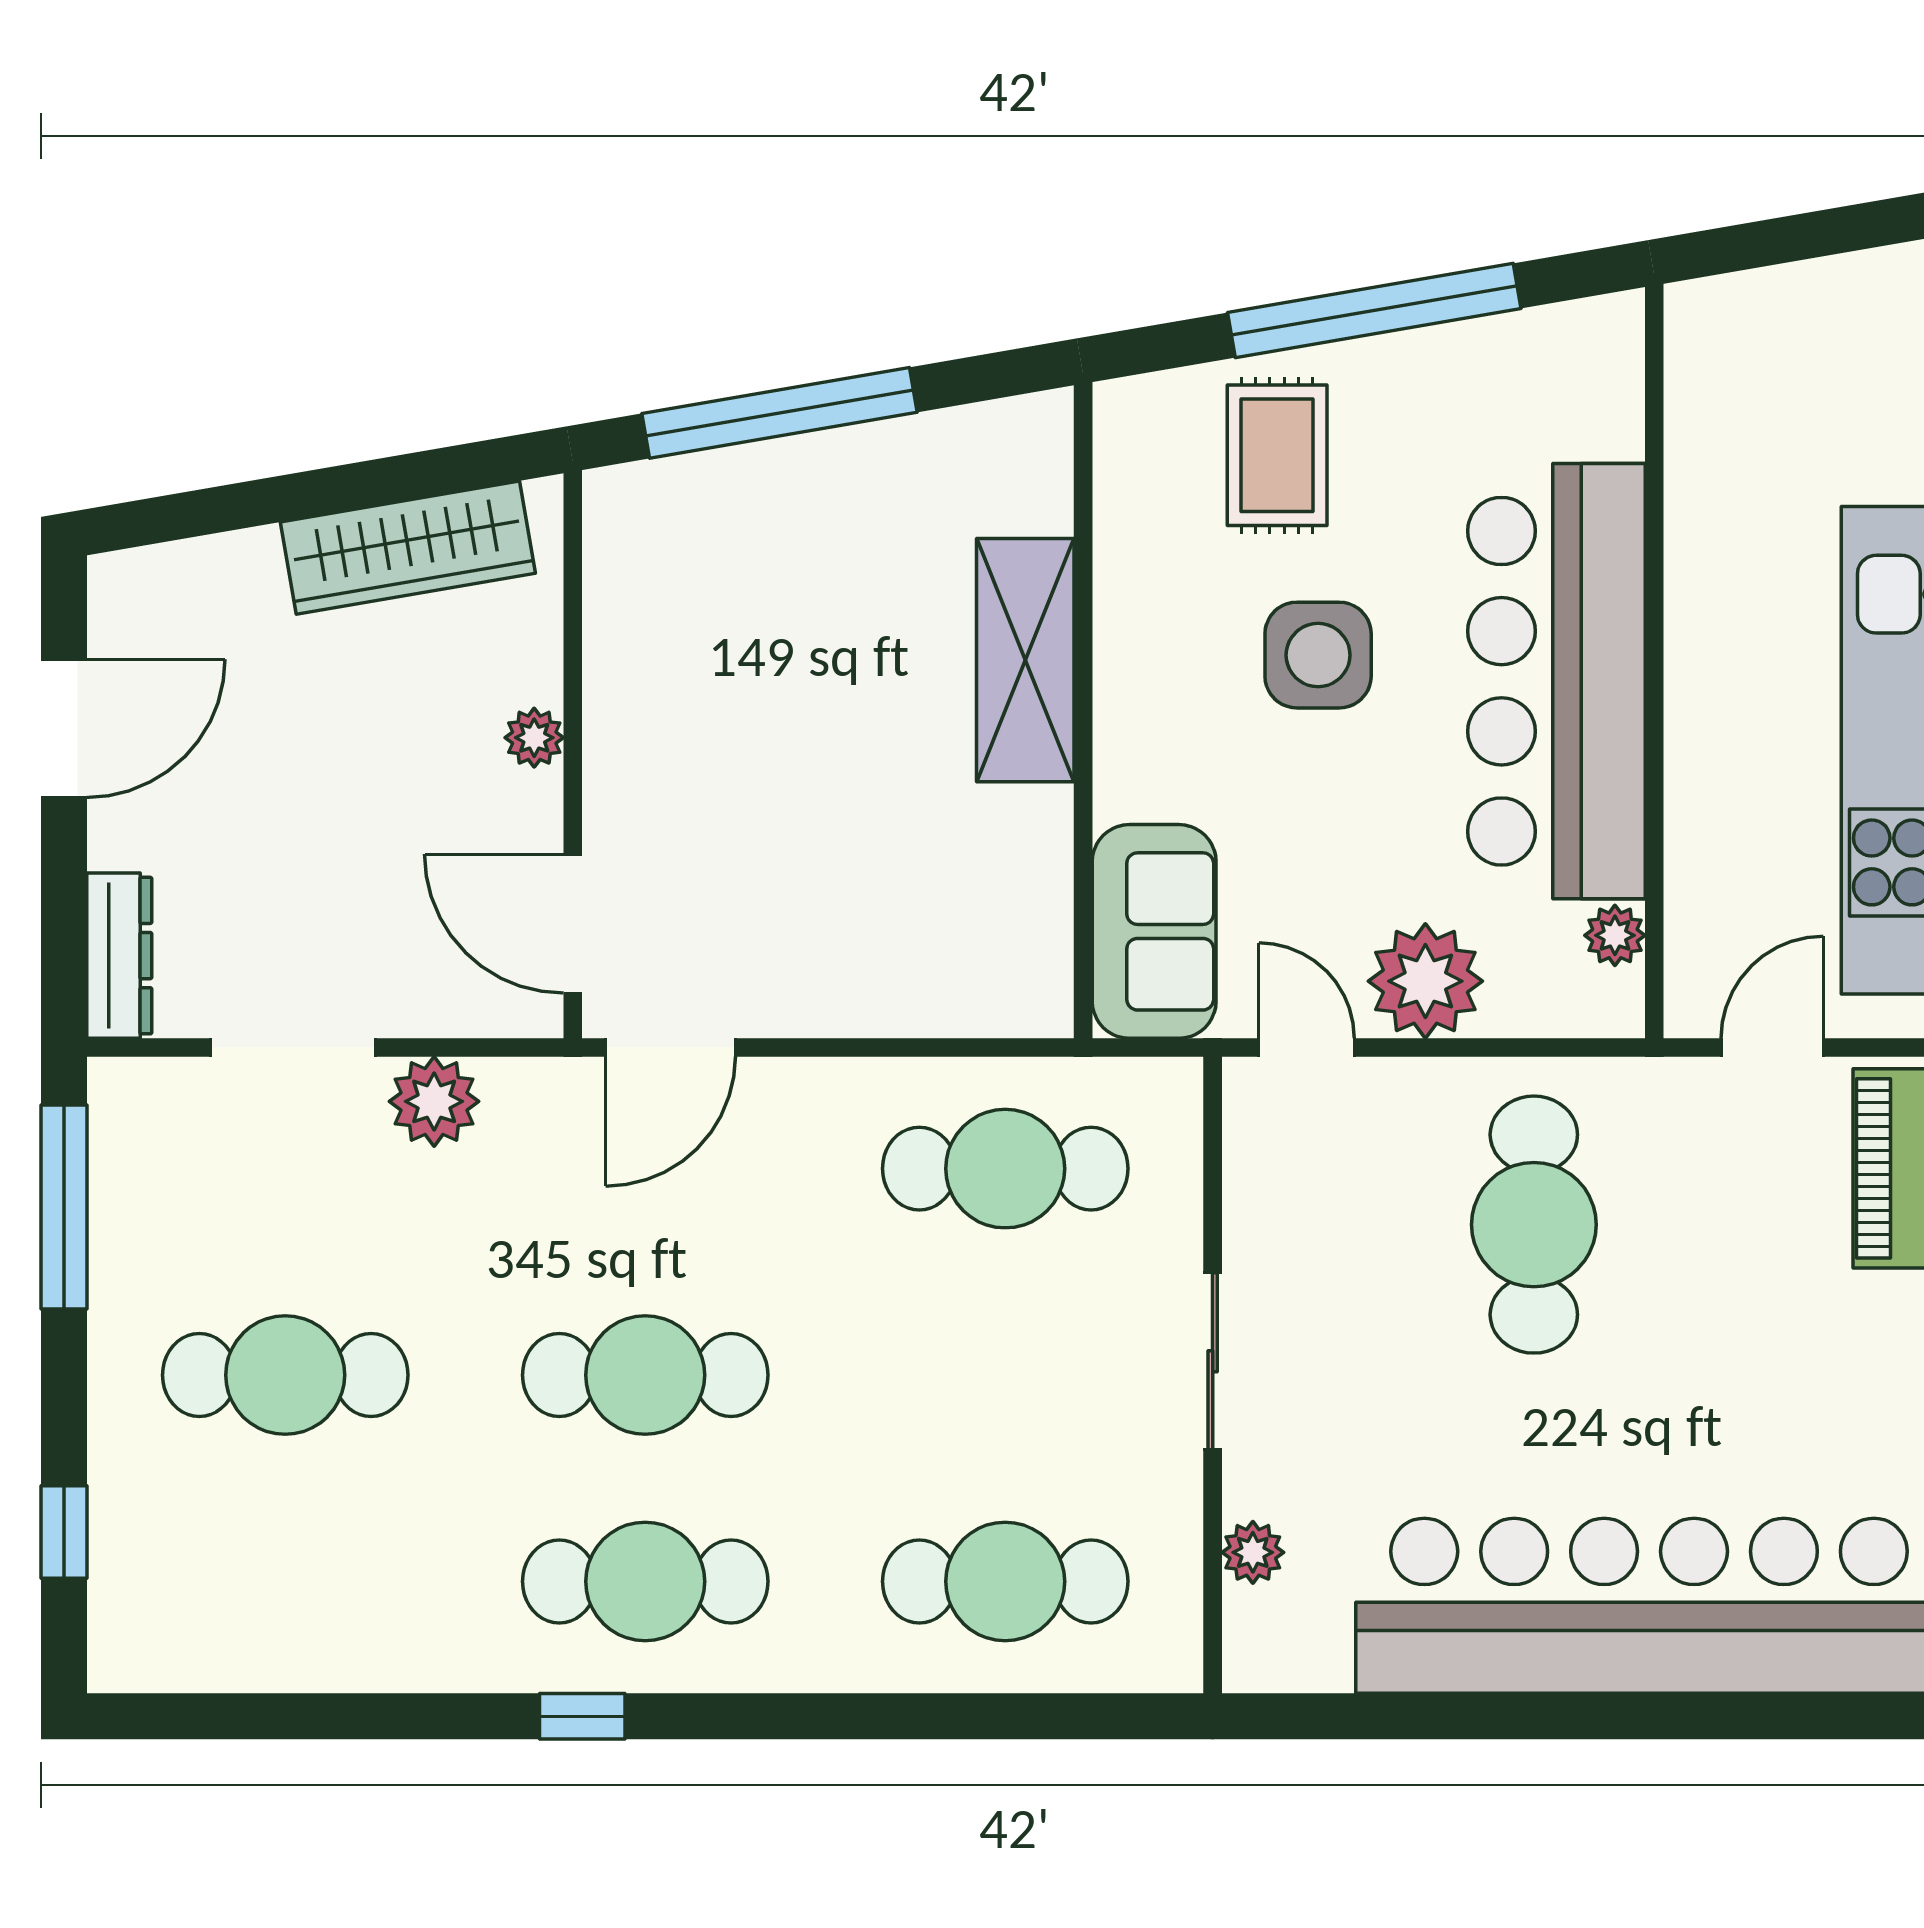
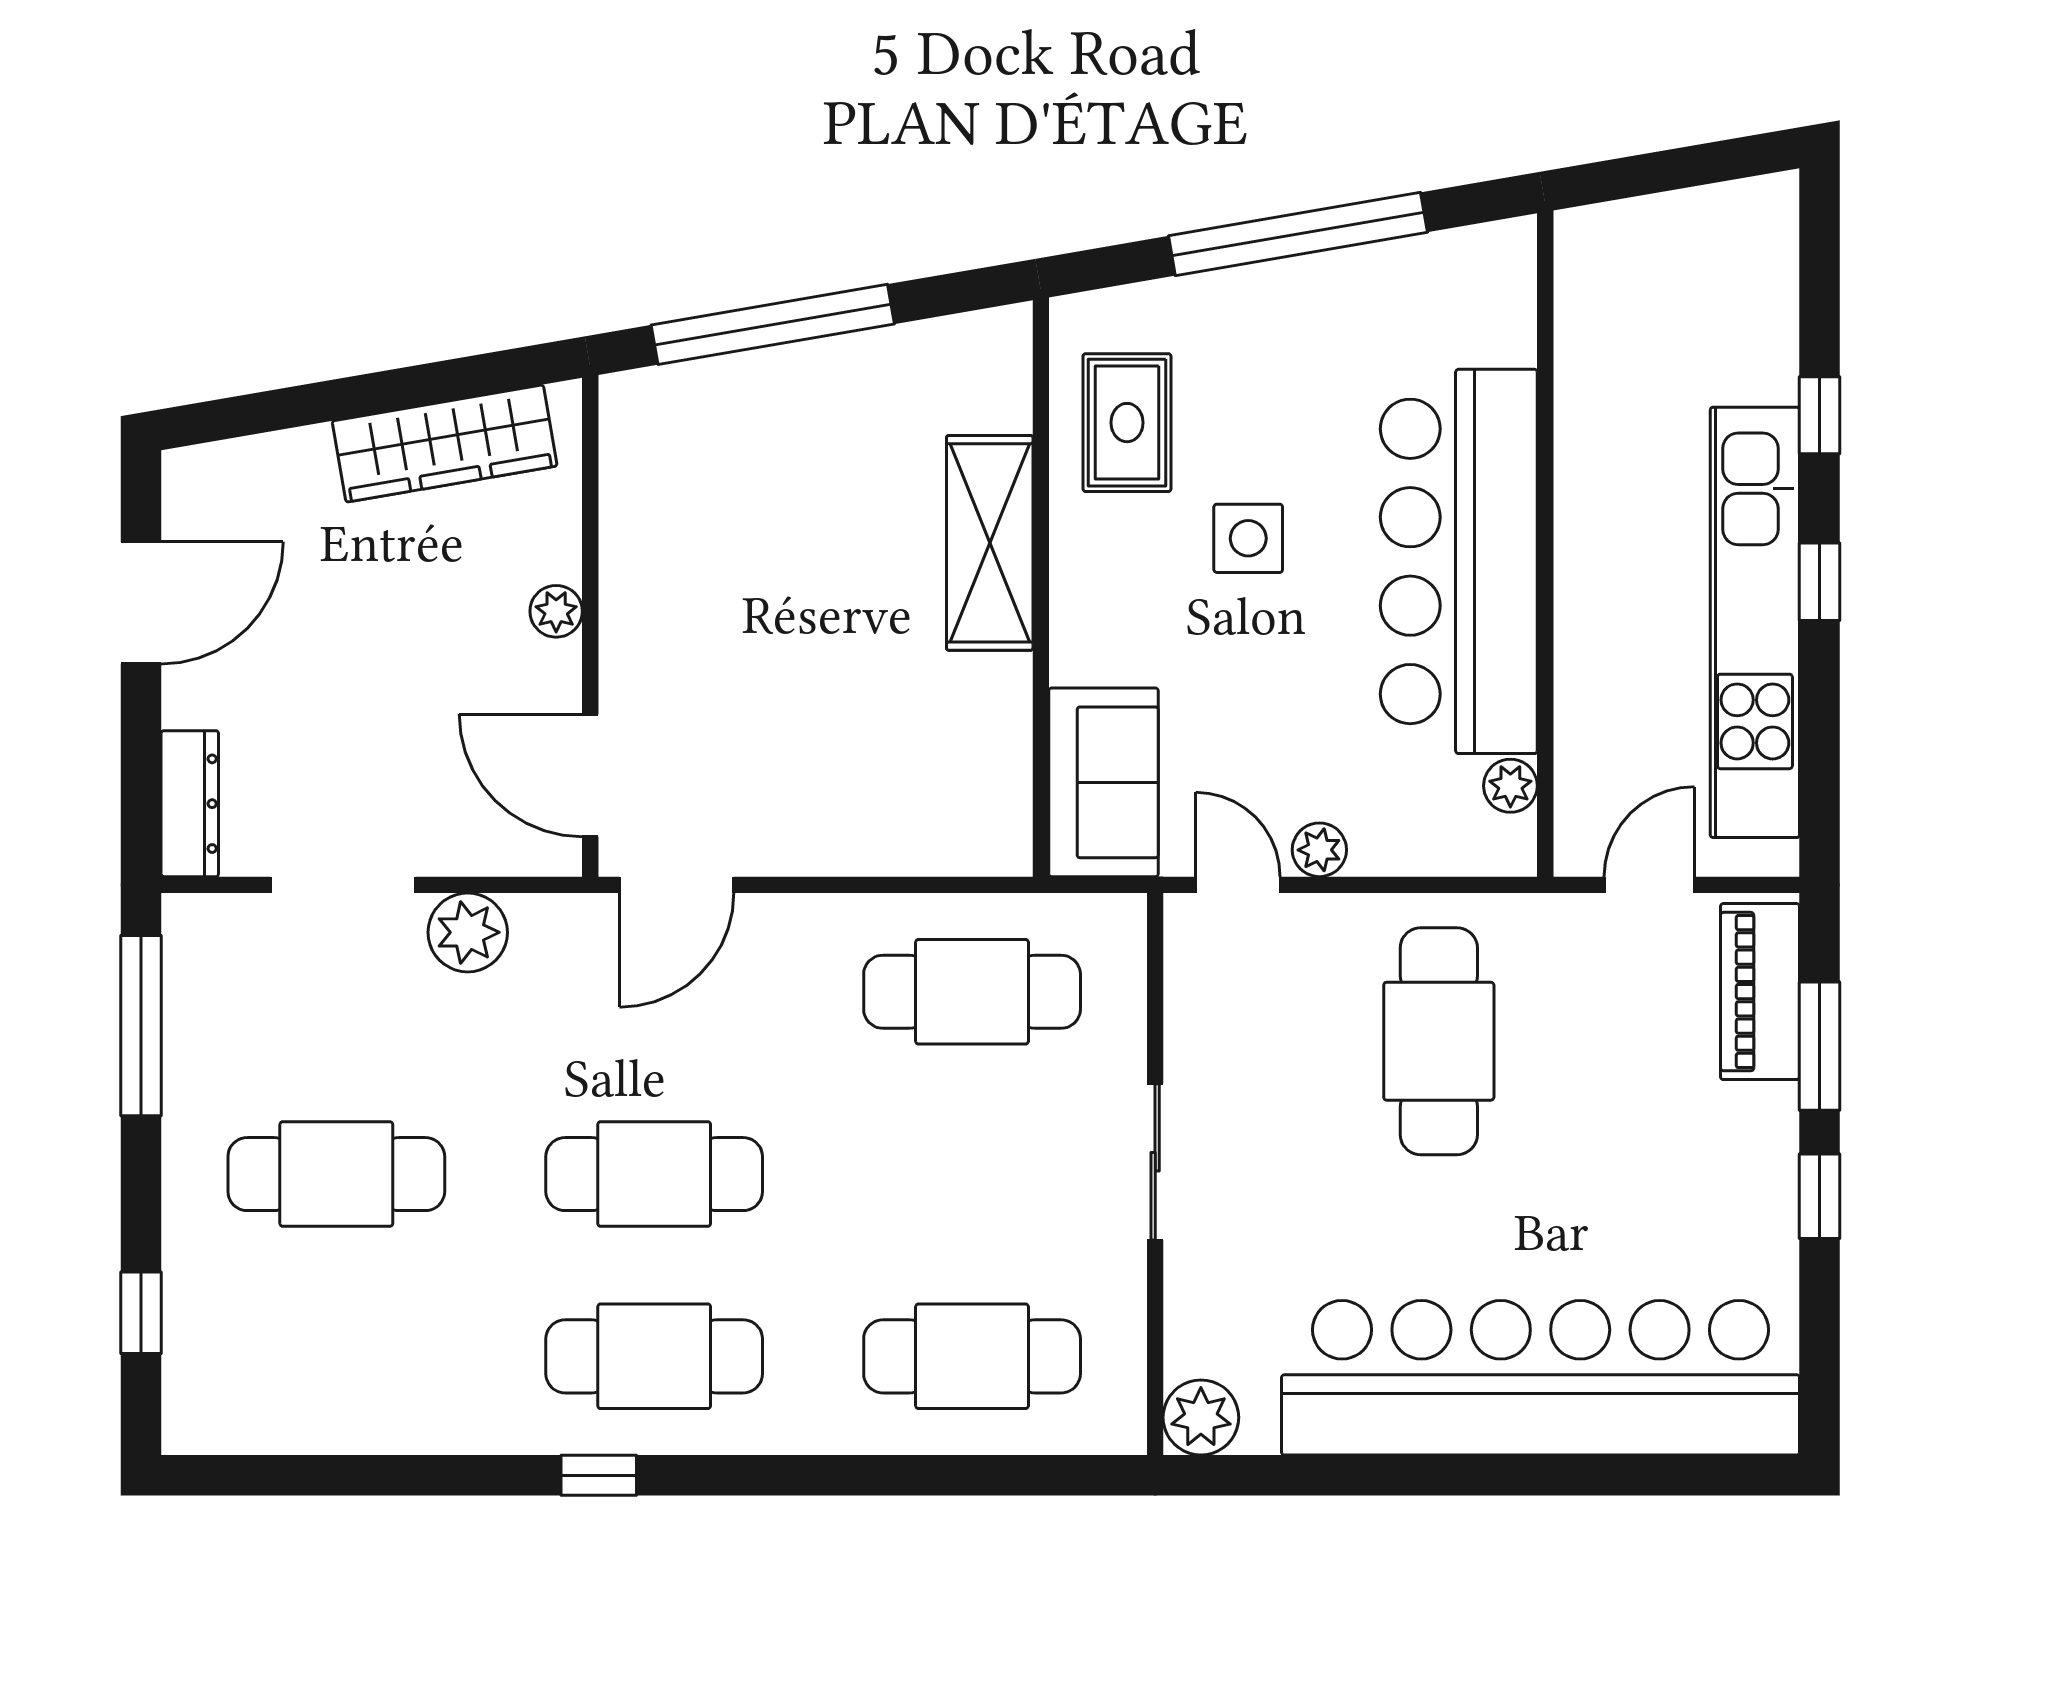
rug: (1277, 455) -> (1127, 423), moved
side table: (1318, 655) -> (1248, 538), width x0.73, depth x0.73
plant: (1425, 981) -> (1319, 850), width x0.53, depth x0.53
plant: (1253, 1552) -> (1201, 1417), moved, width x1.38, depth x1.38

